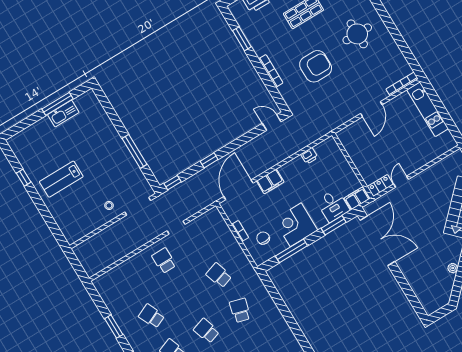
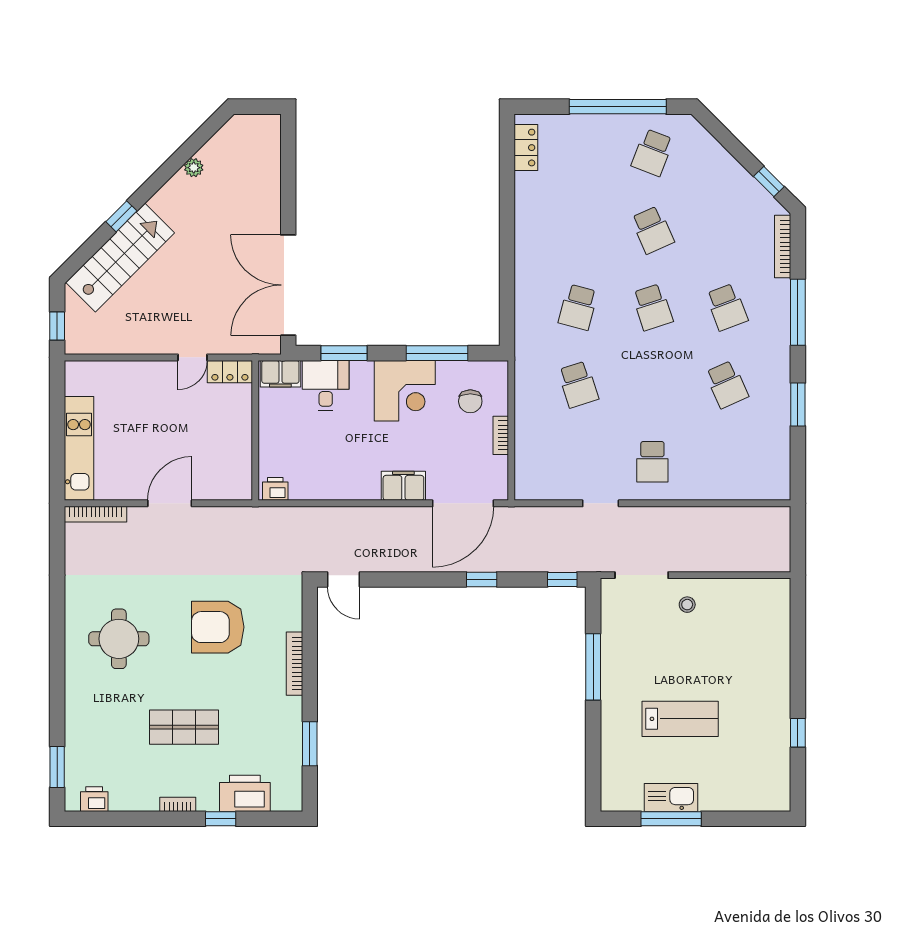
printer: (309, 156) -> (275, 489), moved
lab bench: (61, 179) -> (680, 719), moved

